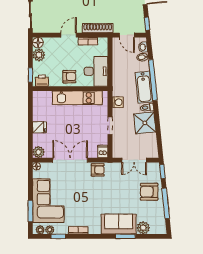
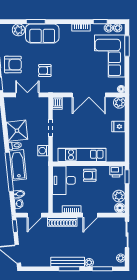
door: (127, 35) -> (34, 215), swing flipped
armchair: (98, 170) -> (45, 71), moved

